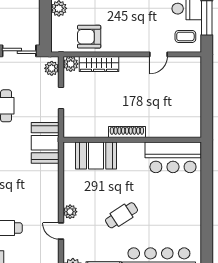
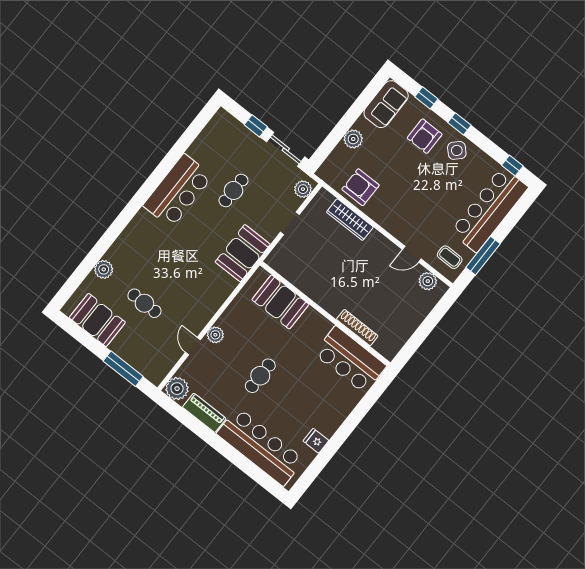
plant: (71, 64) -> (428, 281), moved
shoe rack: (127, 132) -> (357, 328), moved
cafe table: (122, 215) -> (260, 376), turned -57
fridge: (193, 229) -> (316, 441), added

